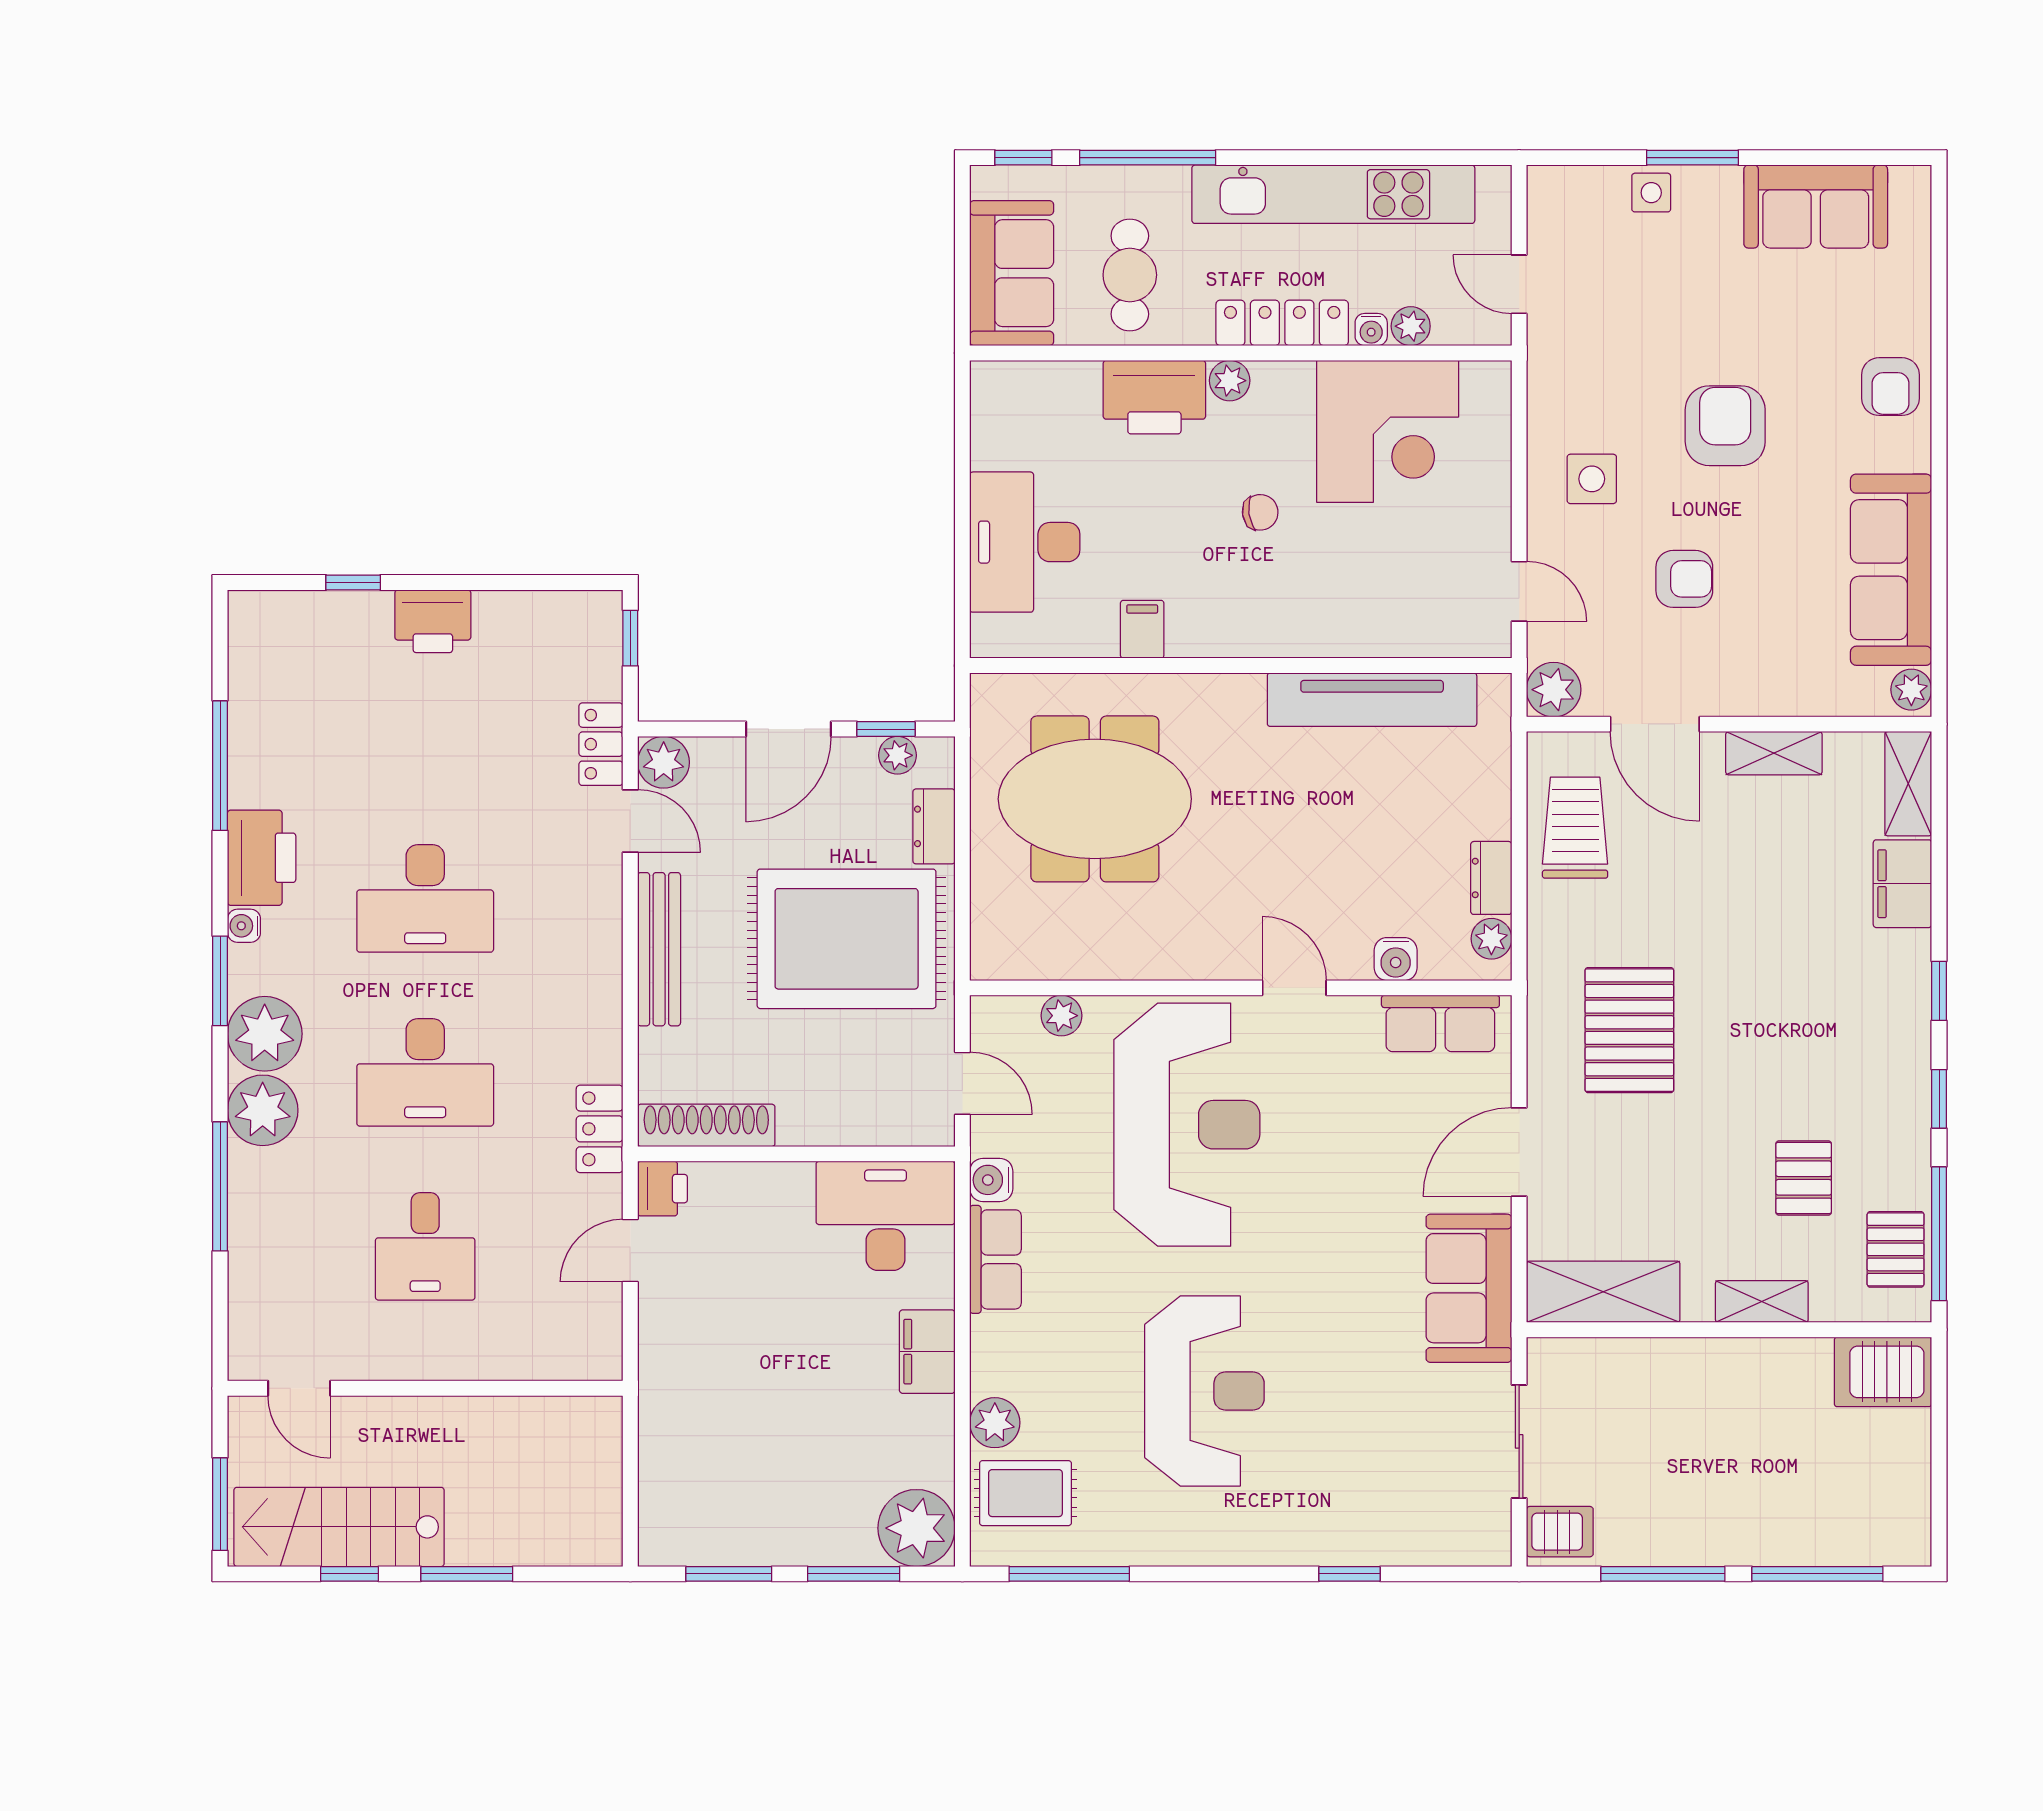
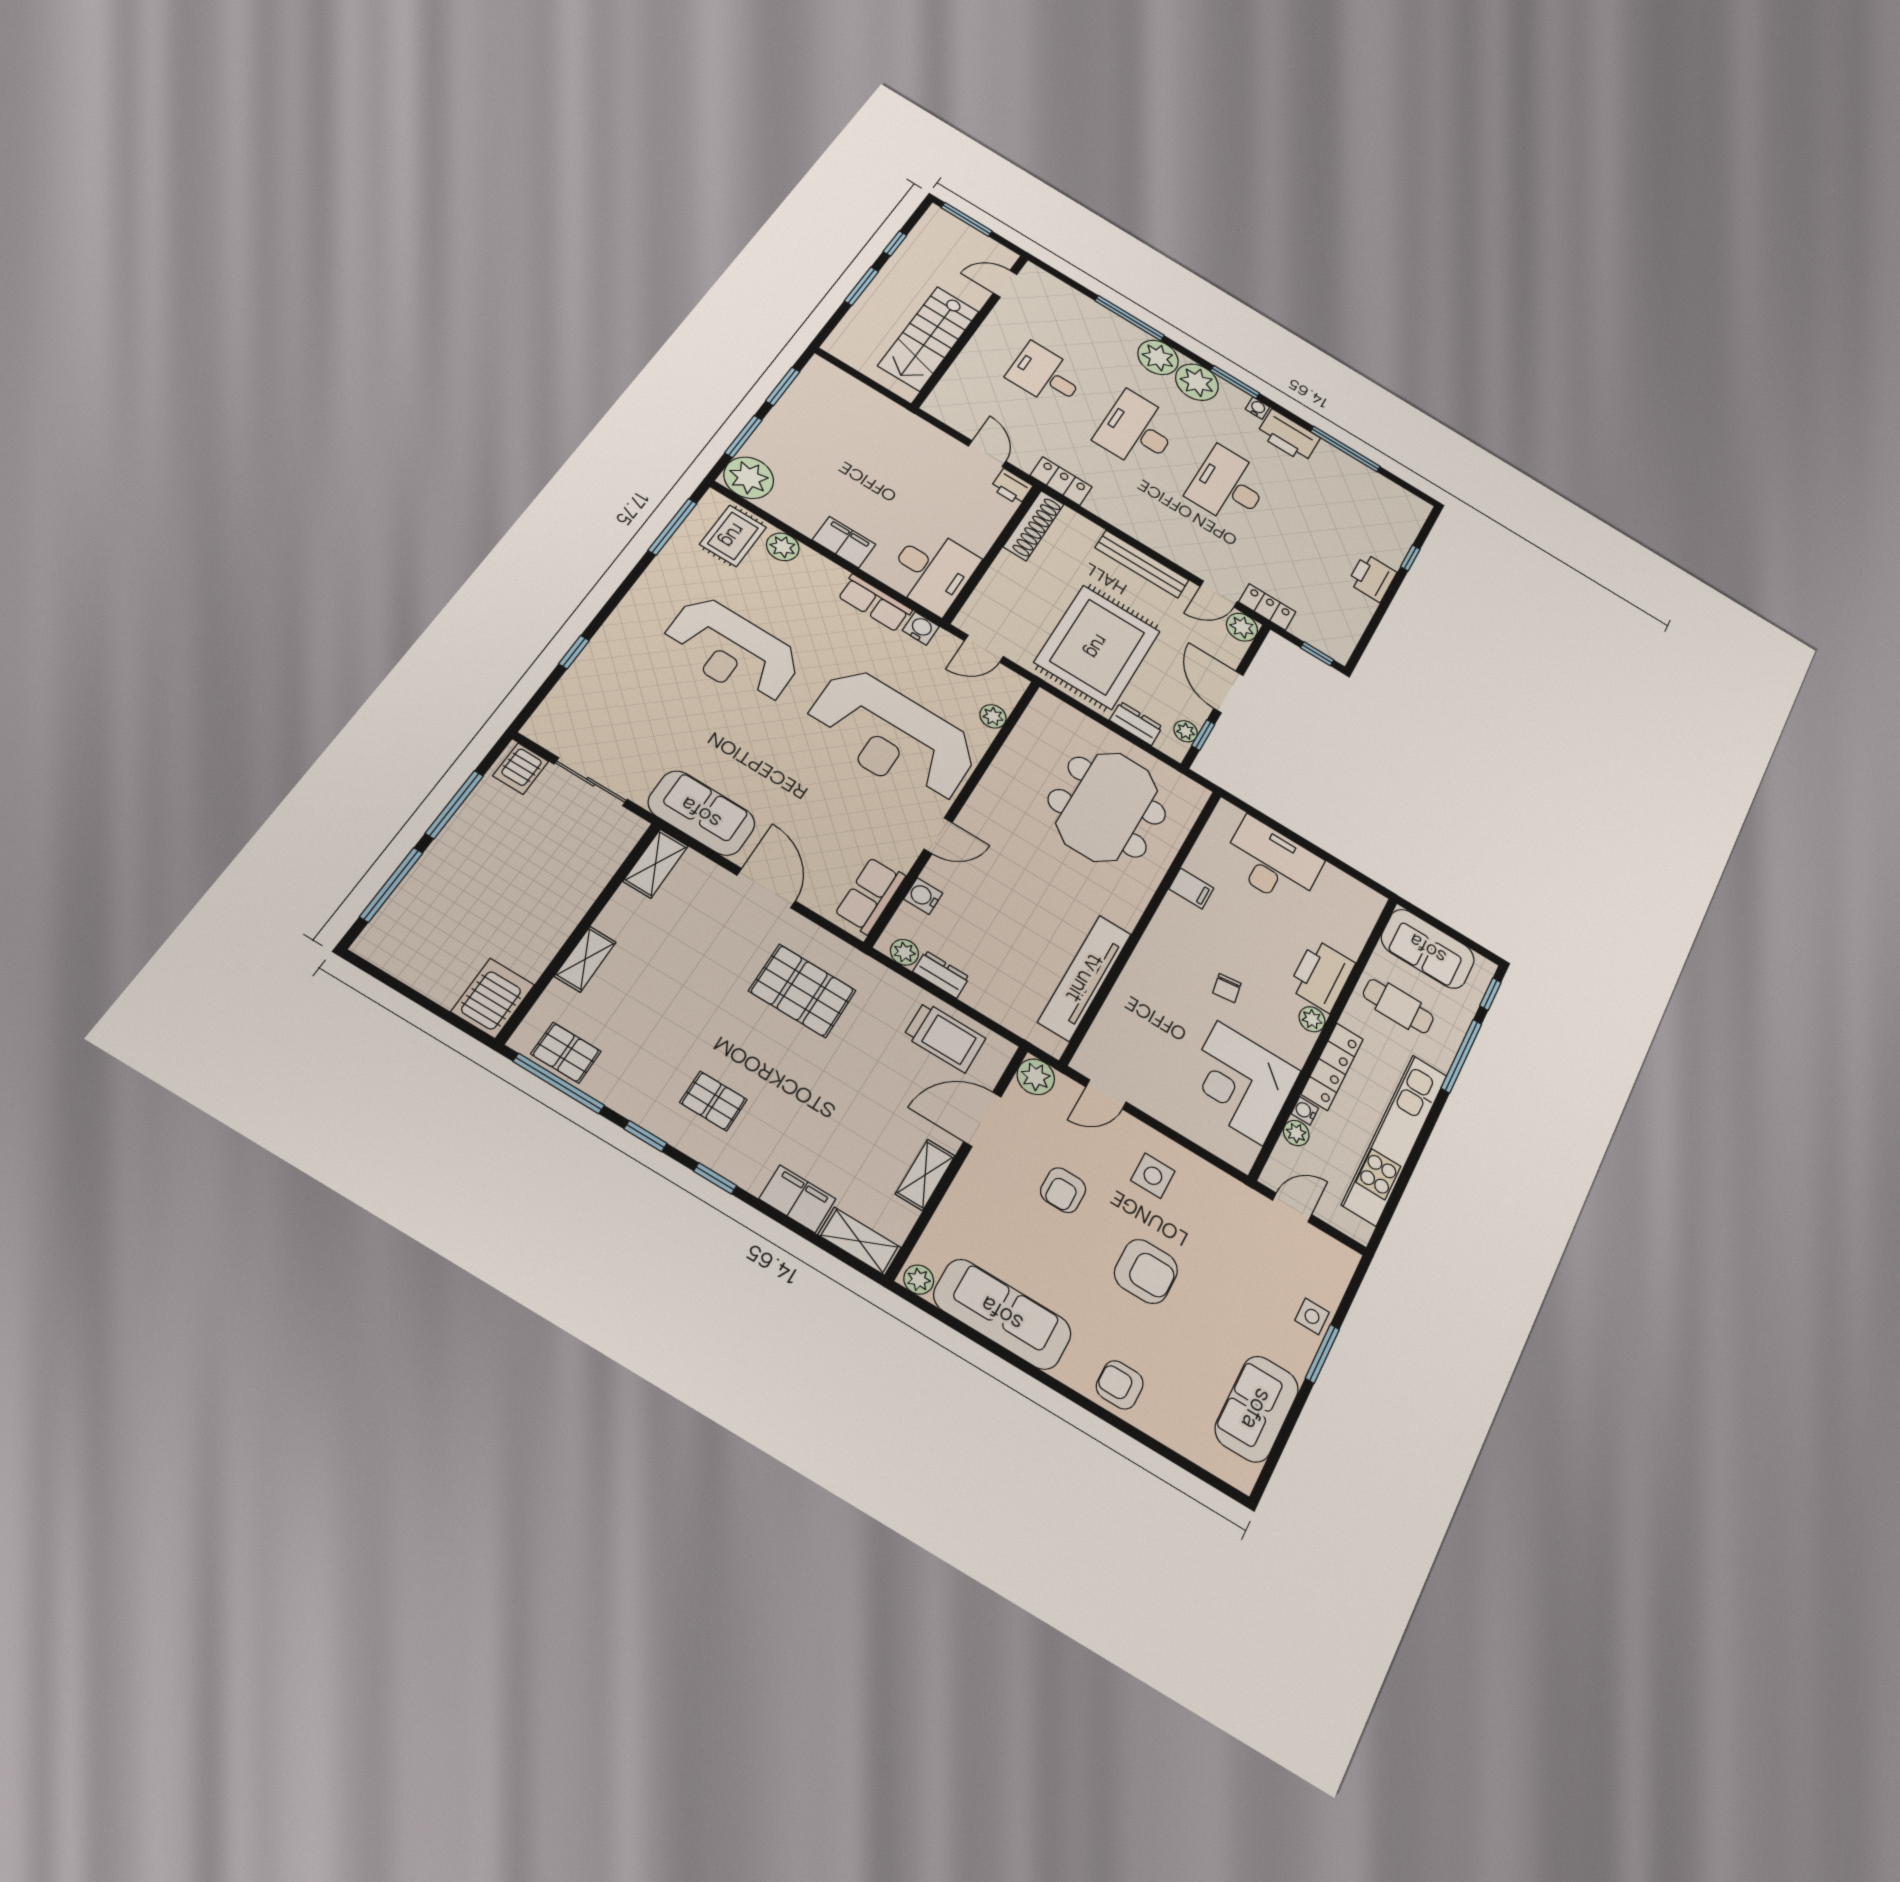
pallet: (1804, 1178) -> (713, 1101), moved
shelving: (1603, 1292) -> (656, 864), width x0.67, depth x0.75
stairs: (339, 1527) -> (929, 339), moved, turned 180

